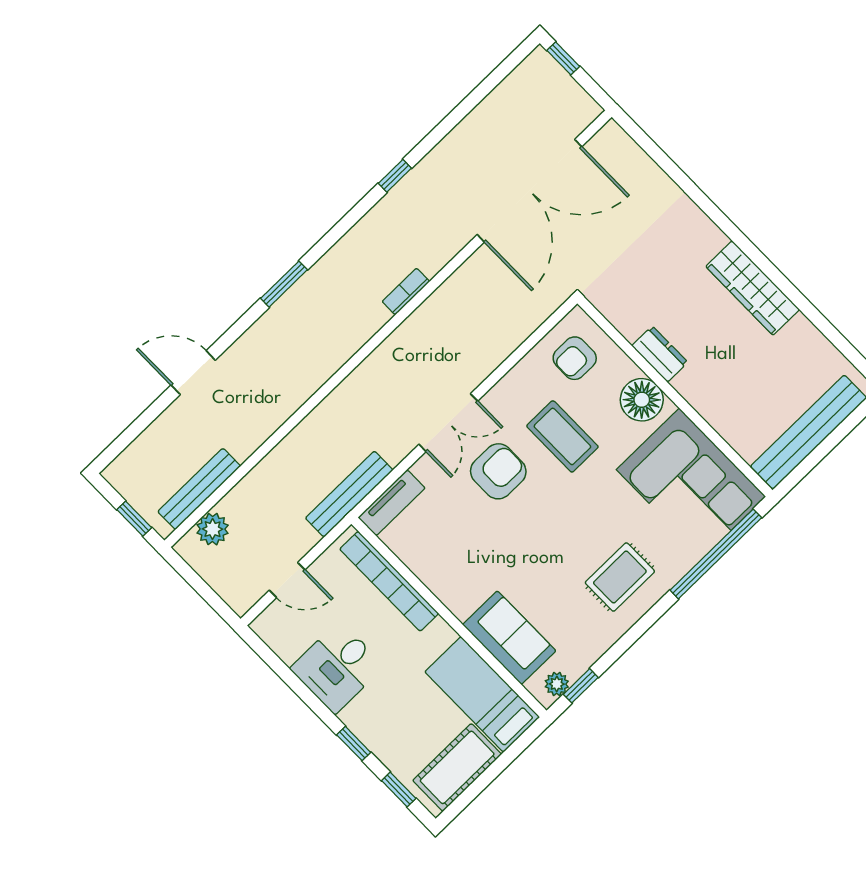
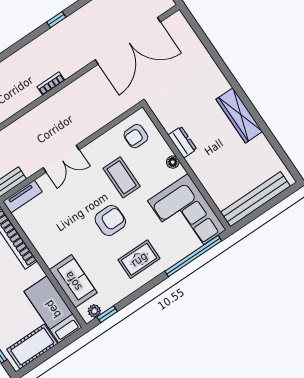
floor lamp: (642, 400) -> (173, 162), width x0.53, depth x0.53
armchair: (498, 471) -> (110, 220), moved

